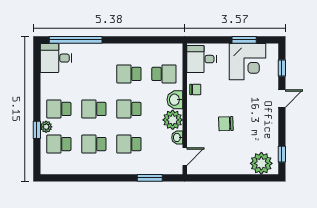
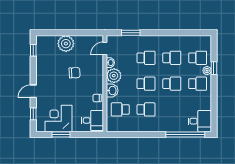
plant: (261, 163) -> (66, 44), moved

